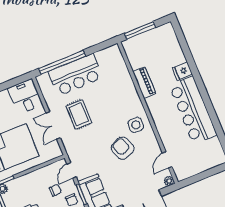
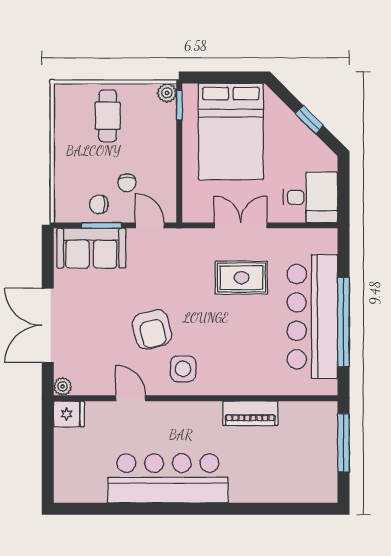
window: (62, 62) -> (343, 322), moved
fridge: (182, 71) -> (69, 414), moved, turned 90
bar counter: (76, 75) -> (312, 317), width x1.36
armchair: (123, 148) -> (152, 329), turned 98
door: (167, 160) -> (131, 398), moved

